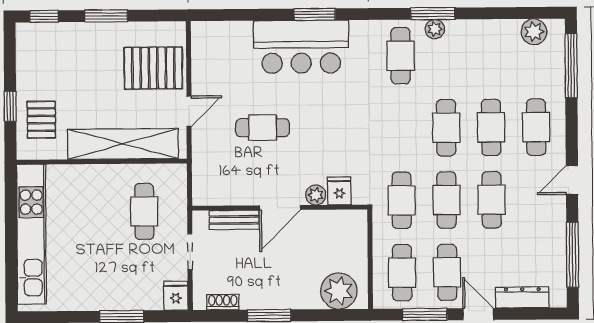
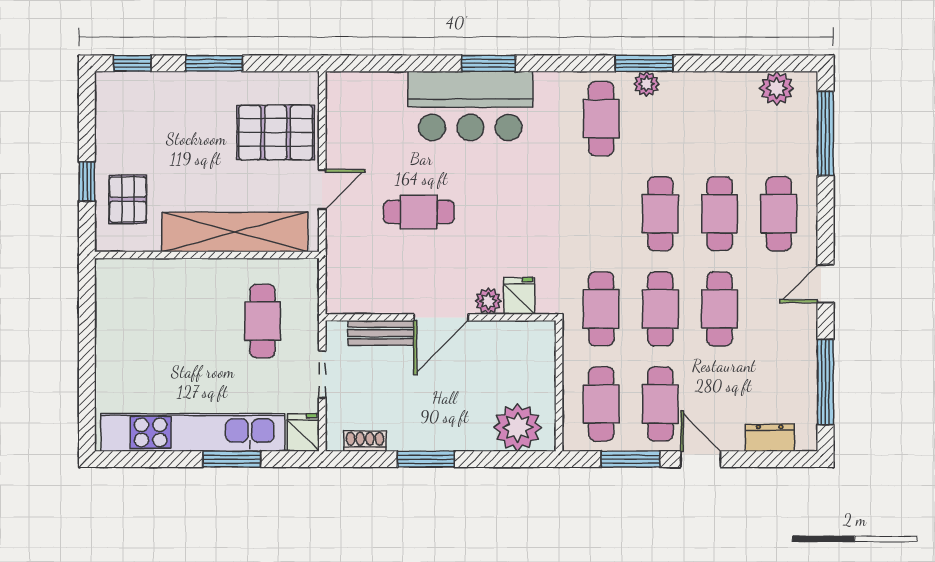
kitchen unit: (31, 234) -> (193, 432), moved, turned -90
dresser: (522, 297) -> (770, 438), width x0.70

